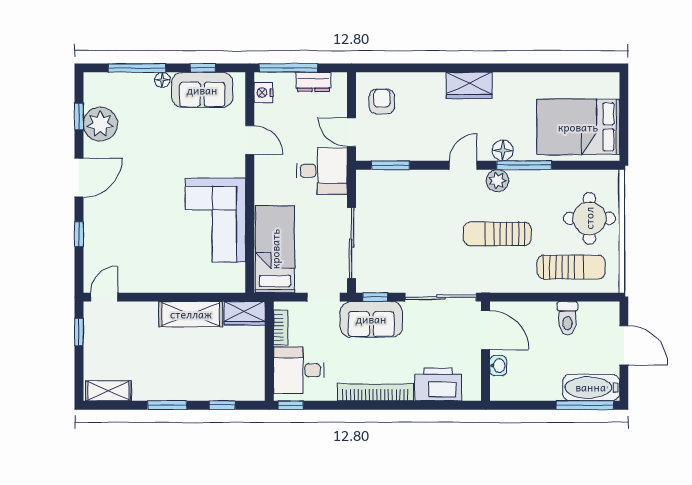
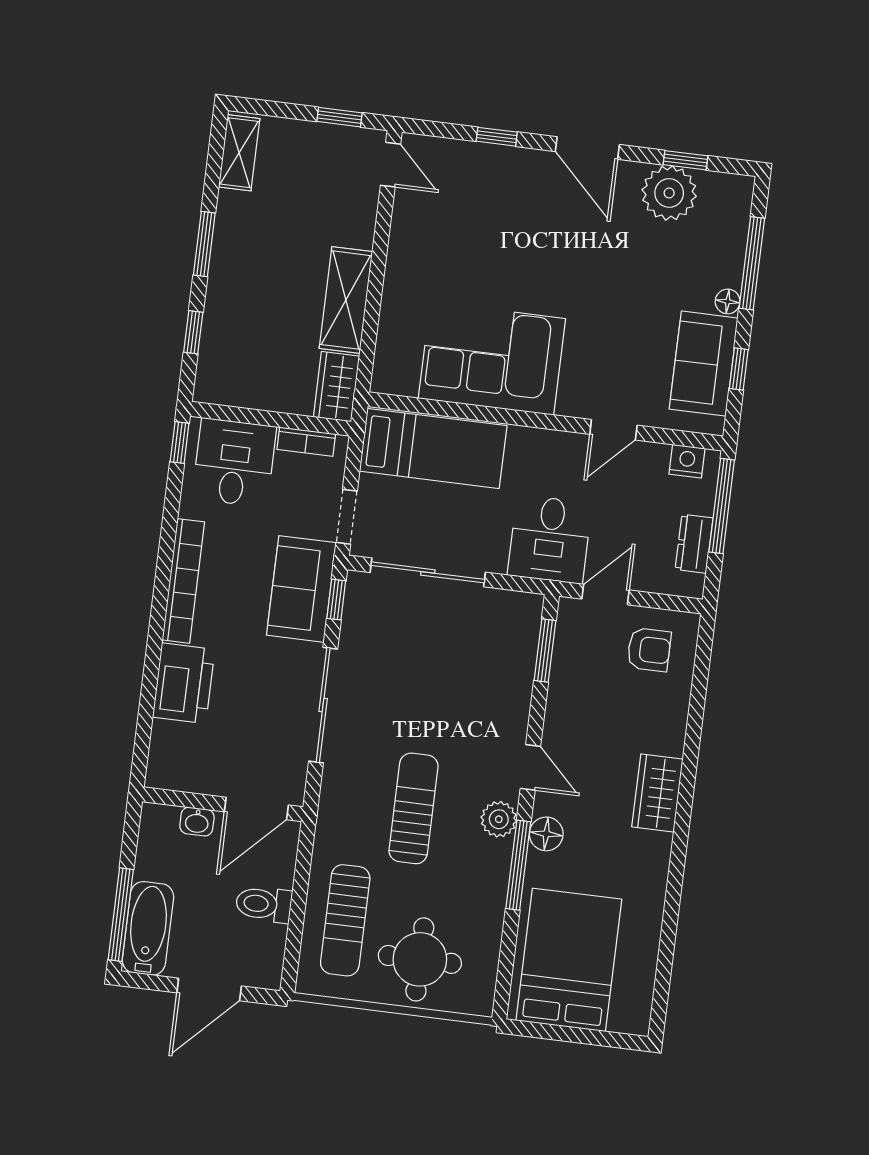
door: (486, 330) -> (256, 808), moved
wall: (486, 351) -> (223, 804), moved
washbasin: (498, 366) -> (197, 822), moved

